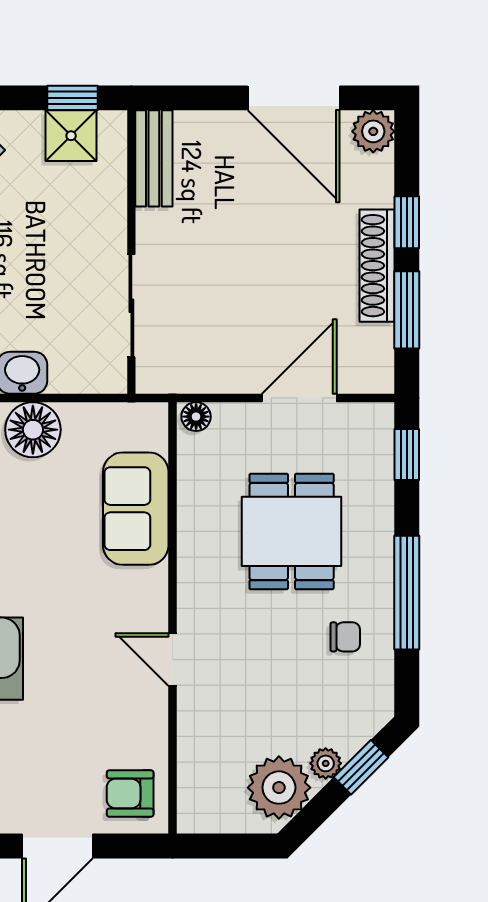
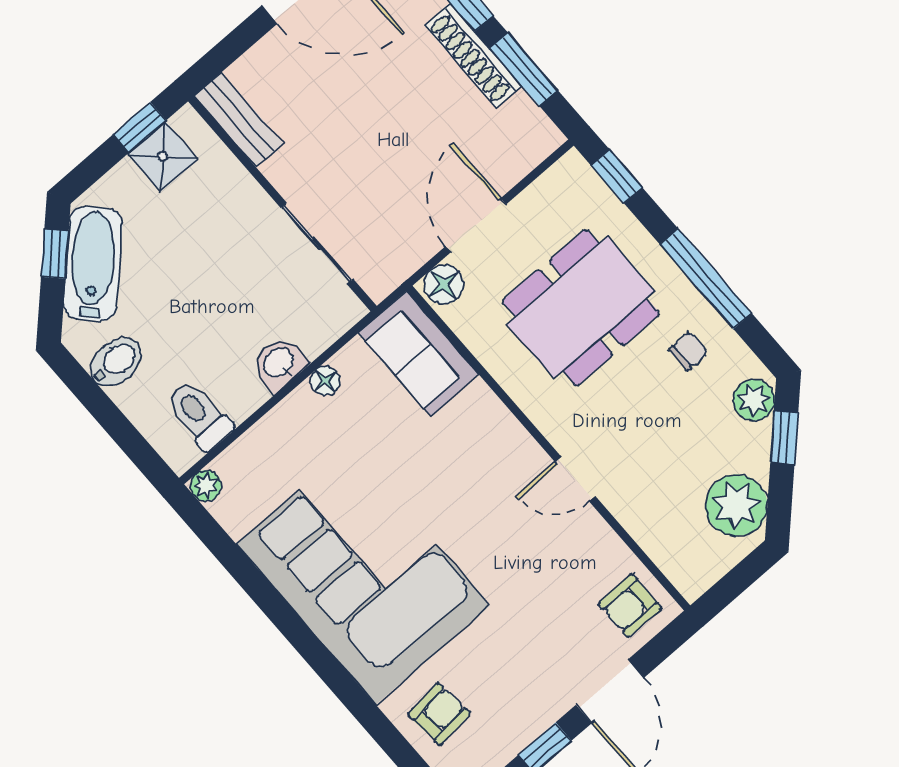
door: (299, 398) -> (476, 225), moved
floor lamp: (196, 417) -> (444, 284), width x1.37, depth x1.37
floor lamp: (33, 430) -> (325, 381), width x0.53, depth x0.53
sofa: (136, 509) -> (419, 354), moved
dining table: (292, 531) -> (581, 308), width x1.38
plant: (326, 763) -> (754, 400), moved, width x1.38, depth x1.38

